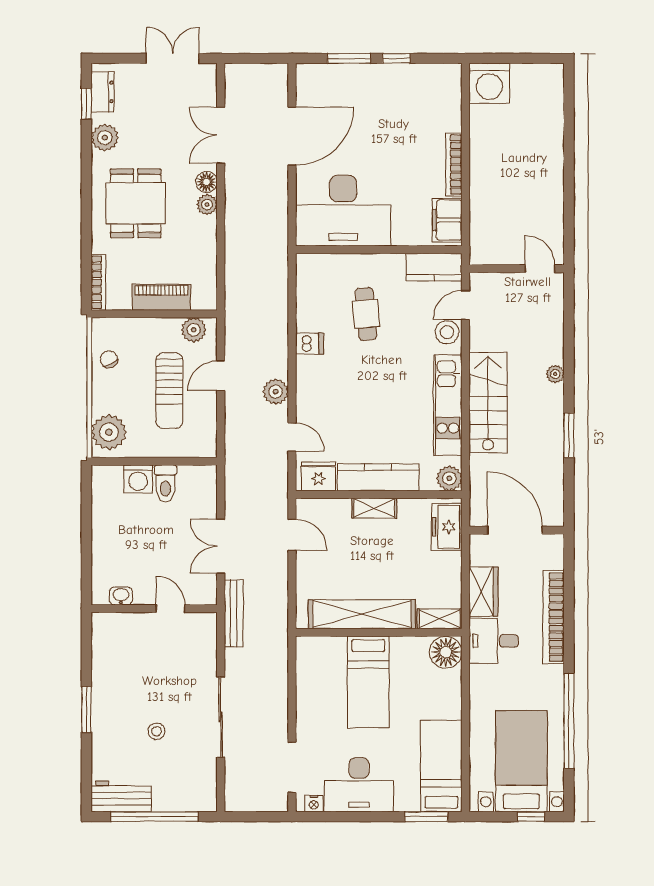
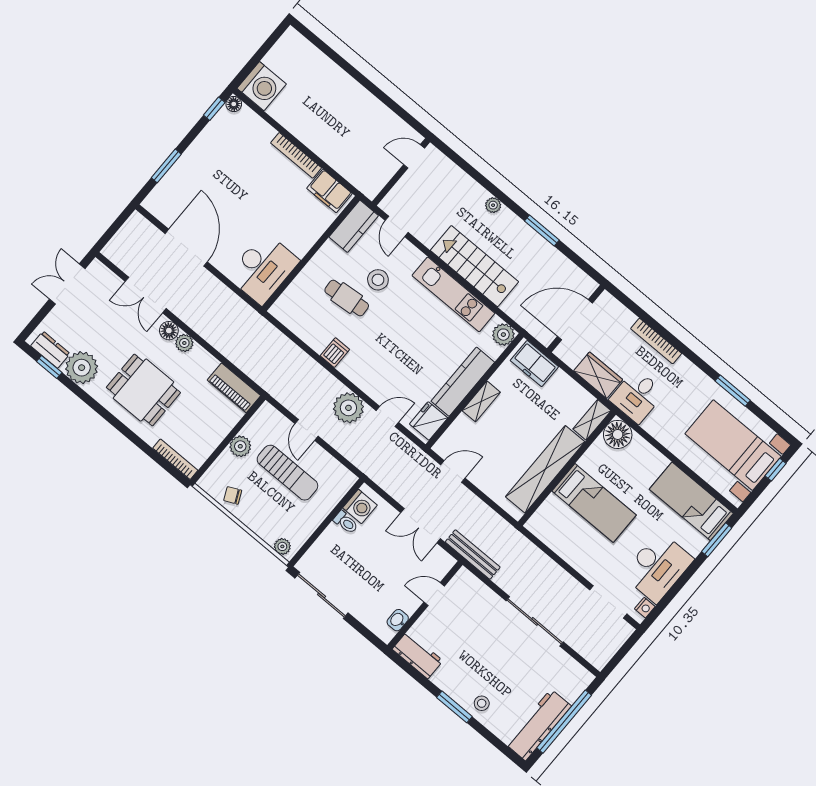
window: (396, 58) -> (214, 109), moved
floor lamp: (453, 72) -> (234, 104), added
plant: (105, 138) -> (82, 368), width x1.36, depth x1.36
desk: (343, 211) -> (263, 268), width x0.73, depth x0.77
piano: (161, 297) -> (234, 388), moved, turned -90
plant: (194, 330) -> (240, 446), moved
stool: (447, 332) -> (378, 280), moved
plant: (276, 392) -> (348, 408), width x1.36, depth x1.36
plant: (109, 432) -> (282, 546), width x0.53, depth x0.53
washing machine: (138, 479) -> (360, 506), moved
toilet: (165, 483) -> (346, 522), width x0.73, depth x0.72
sliding door: (86, 511) -> (322, 596), added
bookcase: (554, 617) -> (656, 341), width x0.68, depth x0.76
workbench: (105, 639) -> (418, 655), added
window: (569, 721) -> (733, 391), width x0.47
stool: (156, 731) -> (482, 703), moved
workbench: (121, 796) -> (538, 725), width x1.38

